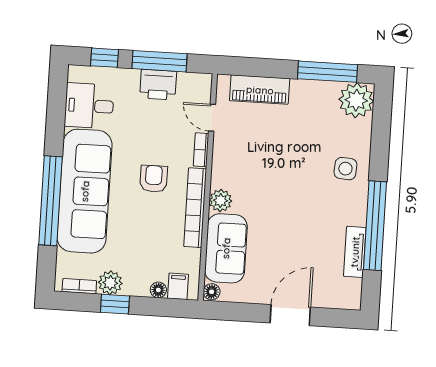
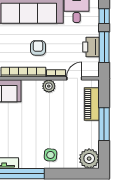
window: (328, 72) -> (104, 124), moved
armchair: (154, 179) -> (38, 48), turned -90
plant: (221, 201) -> (49, 86), moved

